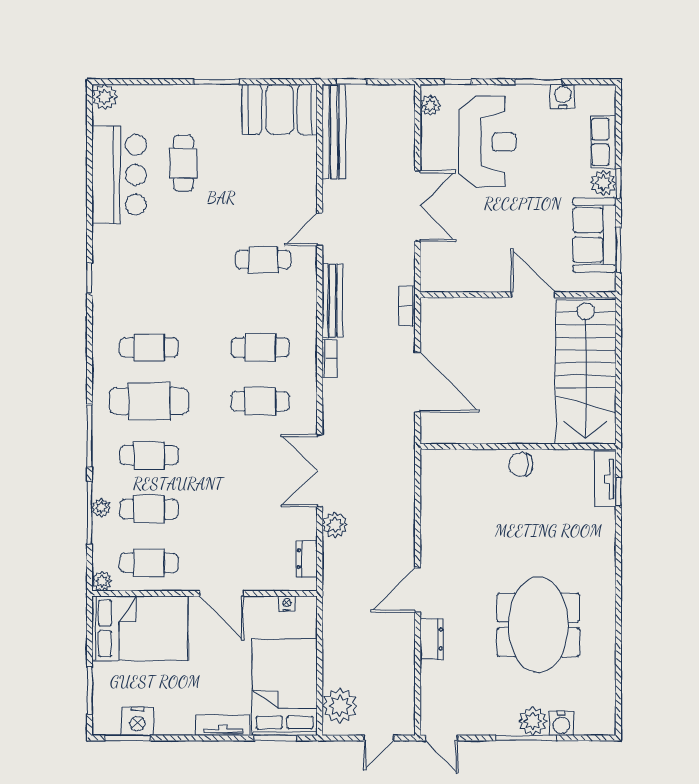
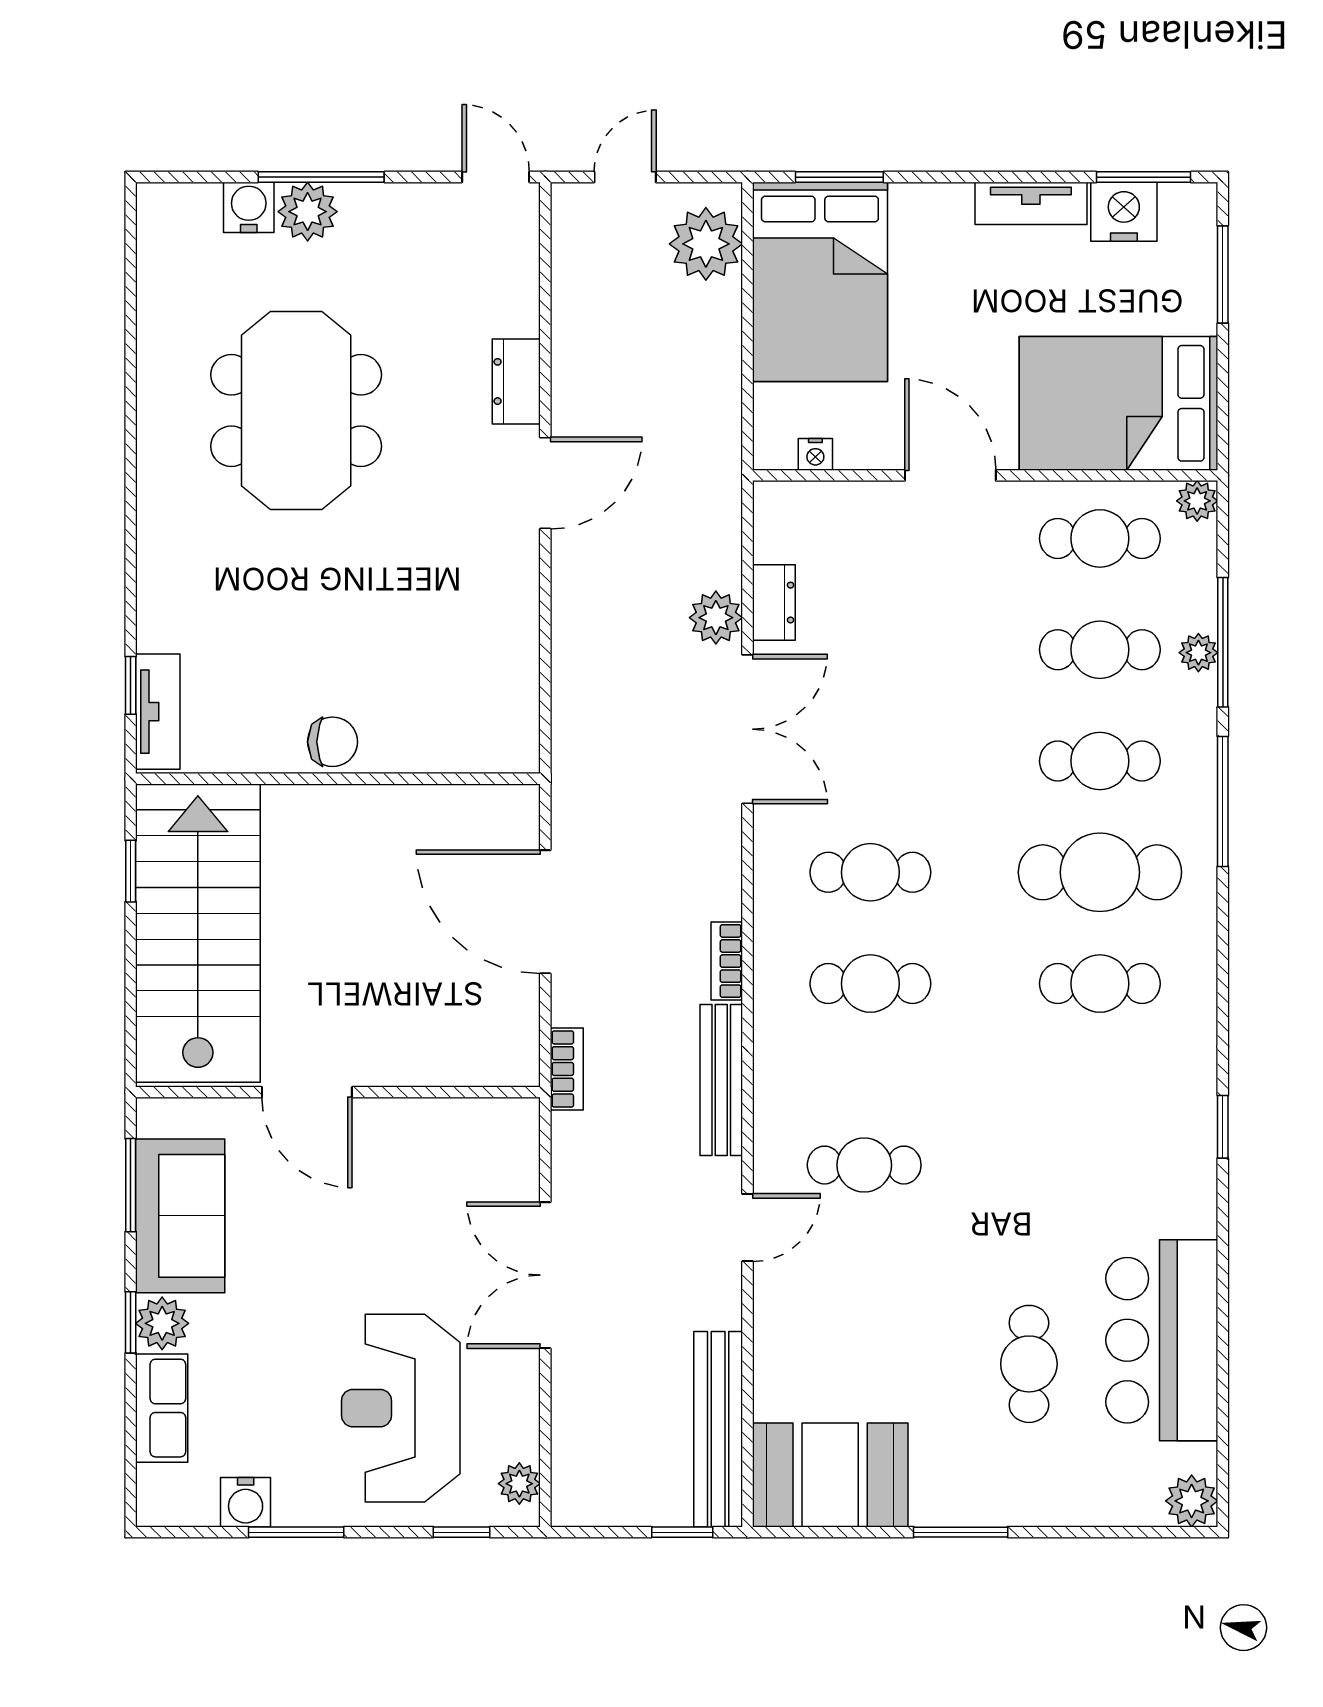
window: (618, 402) -> (131, 871), added
dresser: (307, 559) -> (774, 603), moved
tv unit: (223, 725) -> (1031, 203), moved

